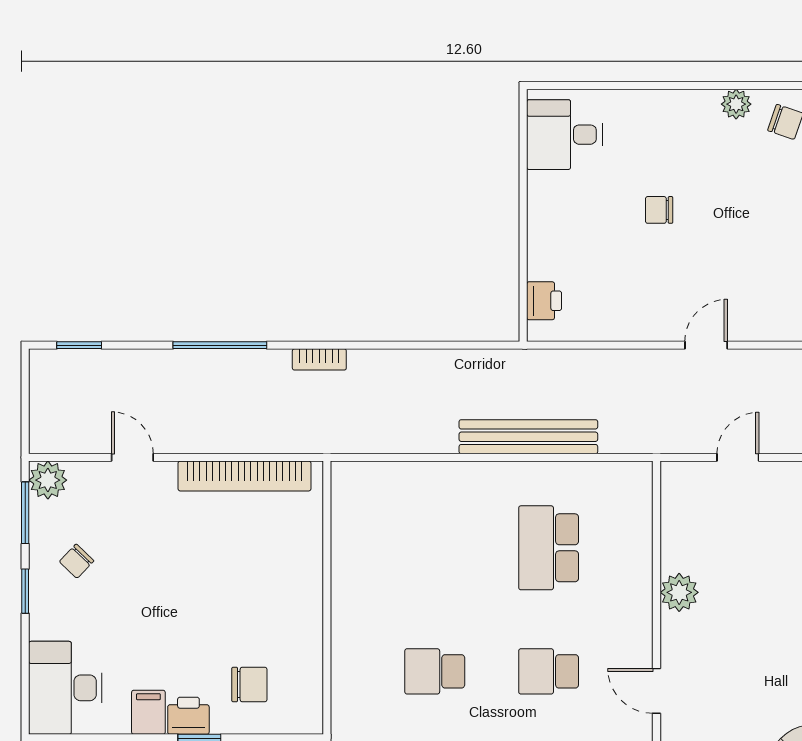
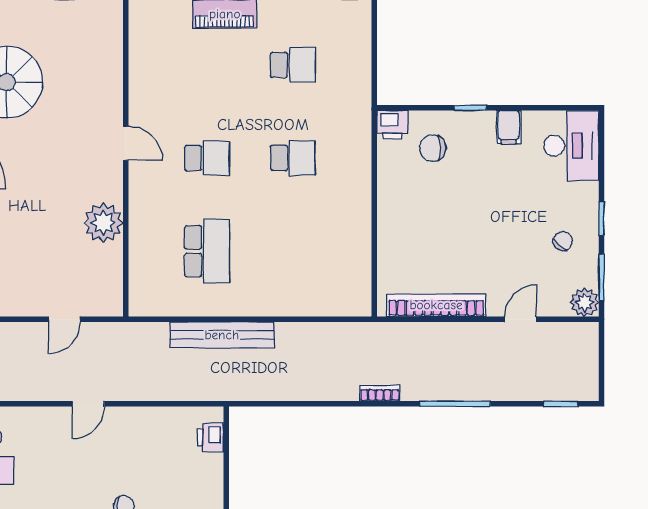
door: (132, 457) -> (521, 319), swing flipped
plant: (679, 592) -> (103, 223), width x1.36, depth x1.36
printer: (188, 716) -> (392, 125), moved

